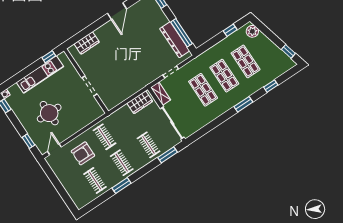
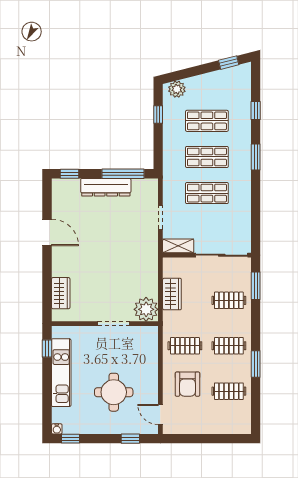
dresser: (175, 40) -> (106, 187), moved
plant: (111, 100) -> (146, 309), added
wardrobe: (140, 102) -> (172, 294), moved

